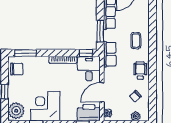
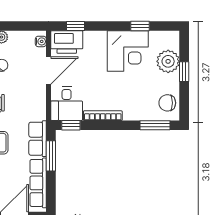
row of seats: (110, 54) -> (38, 139), moved
plant: (16, 111) -> (168, 61), moved

